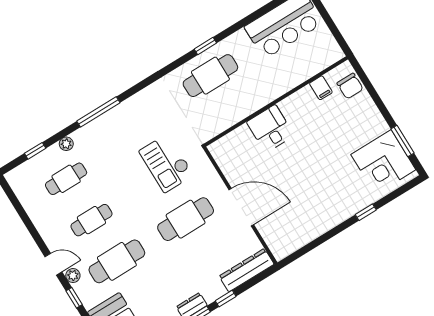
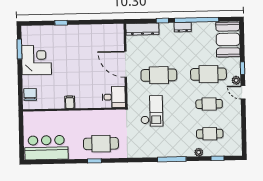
filing cabinet: (321, 88) -> (70, 102), moved
desk: (270, 129) -> (114, 97), moved, turned -90
corner desk: (383, 162) -> (36, 60), moved

